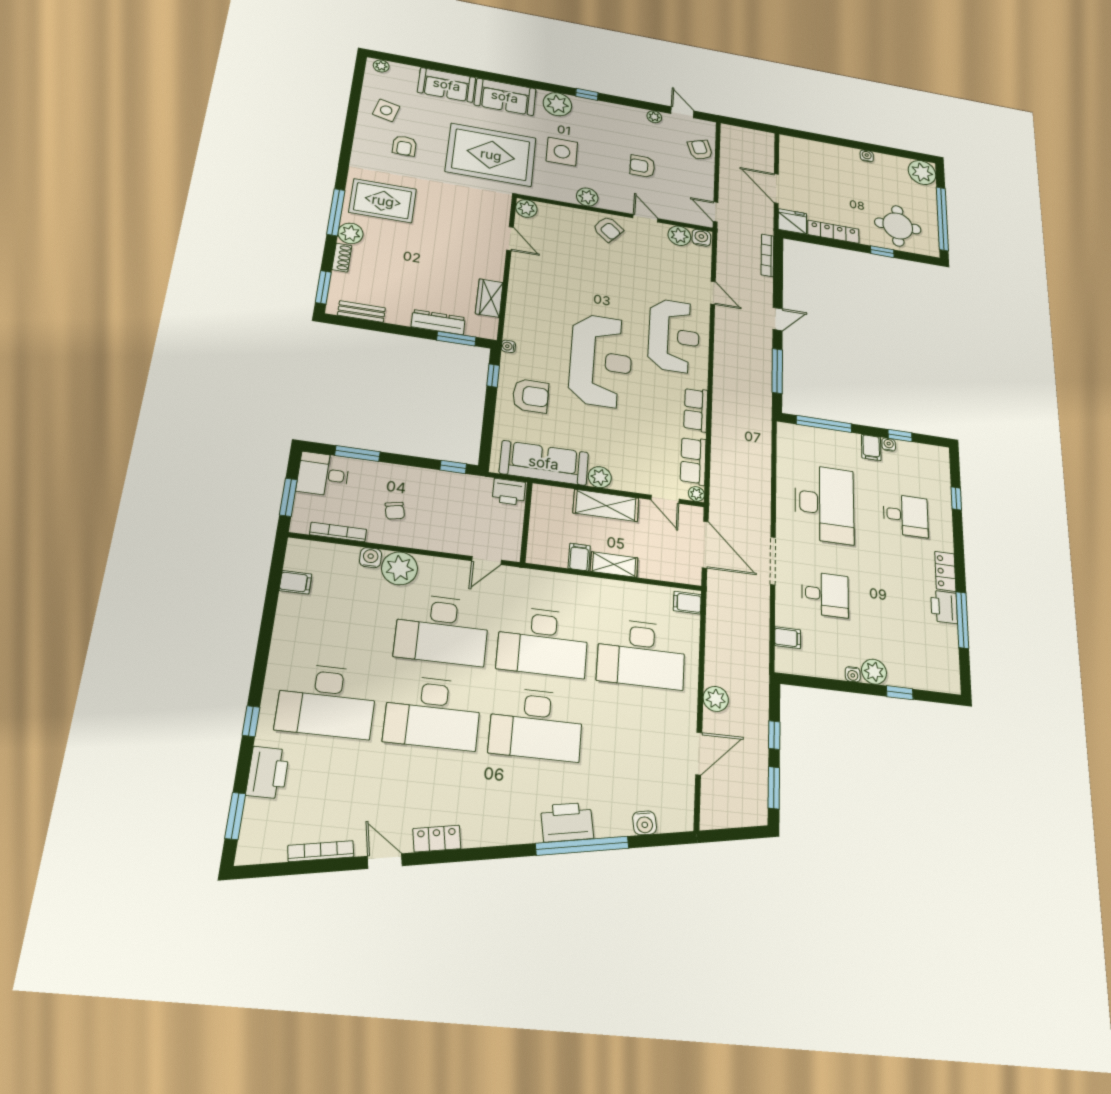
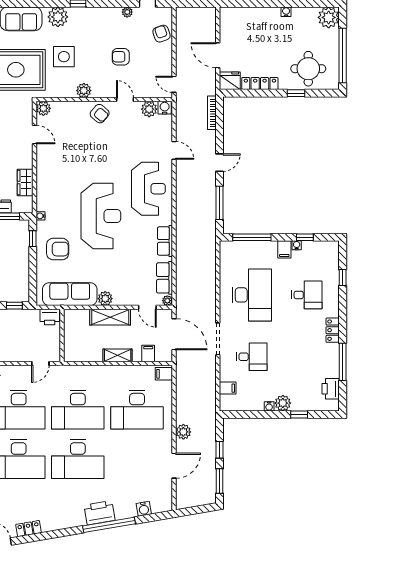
filing cabinet: (579, 557) -> (148, 353), moved
printer: (944, 607) -> (331, 389), moved

